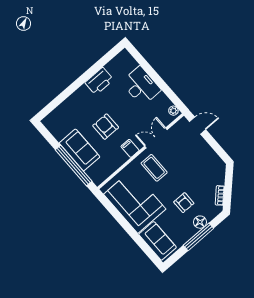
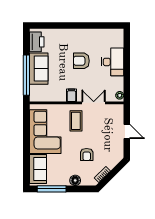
printer: (99, 81) -> (37, 42), moved, turned -90
door: (198, 126) -> (127, 131), moved
armchair: (106, 127) -> (81, 61), moved, turned -90
armchair: (184, 203) -> (87, 155), moved
window: (198, 237) -> (52, 189), moved

